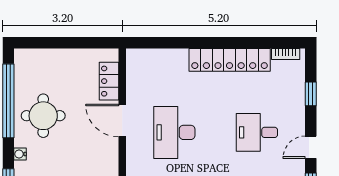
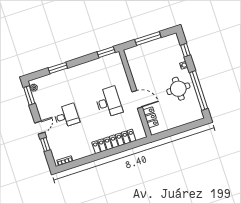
locker: (230, 60) -> (114, 141), moved
door: (311, 147) -> (40, 128), moved

